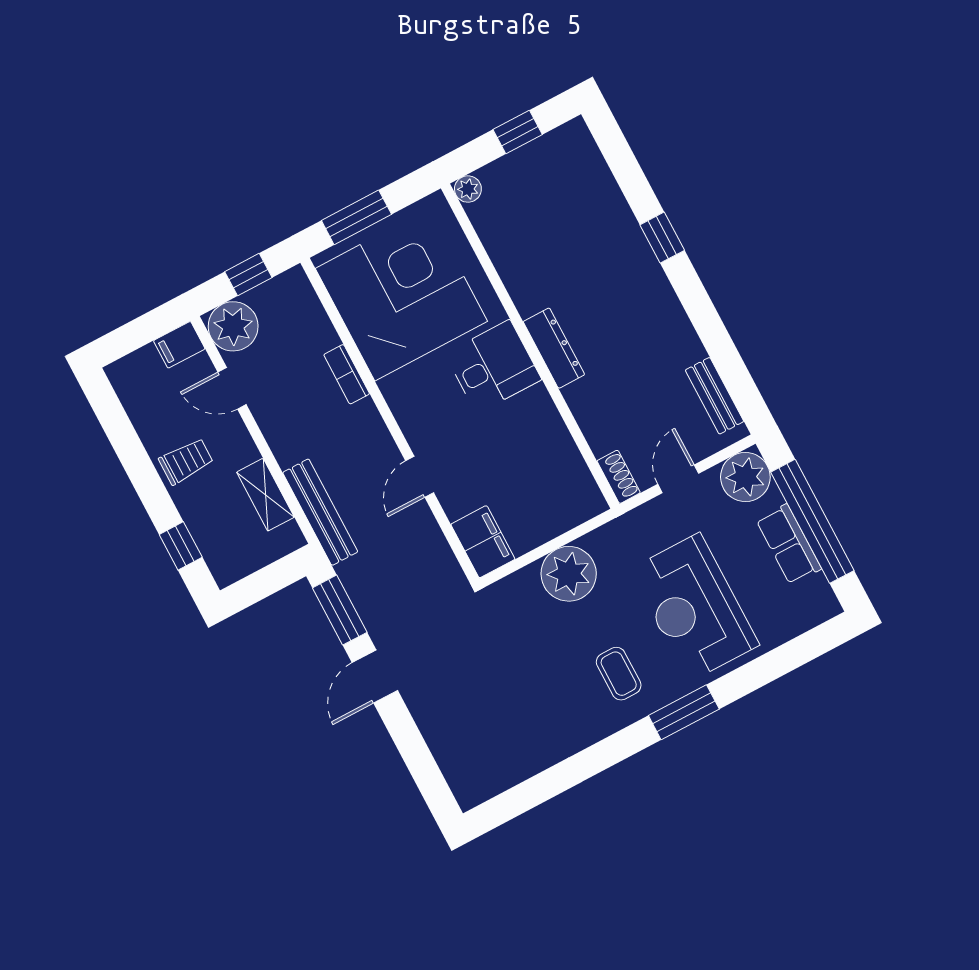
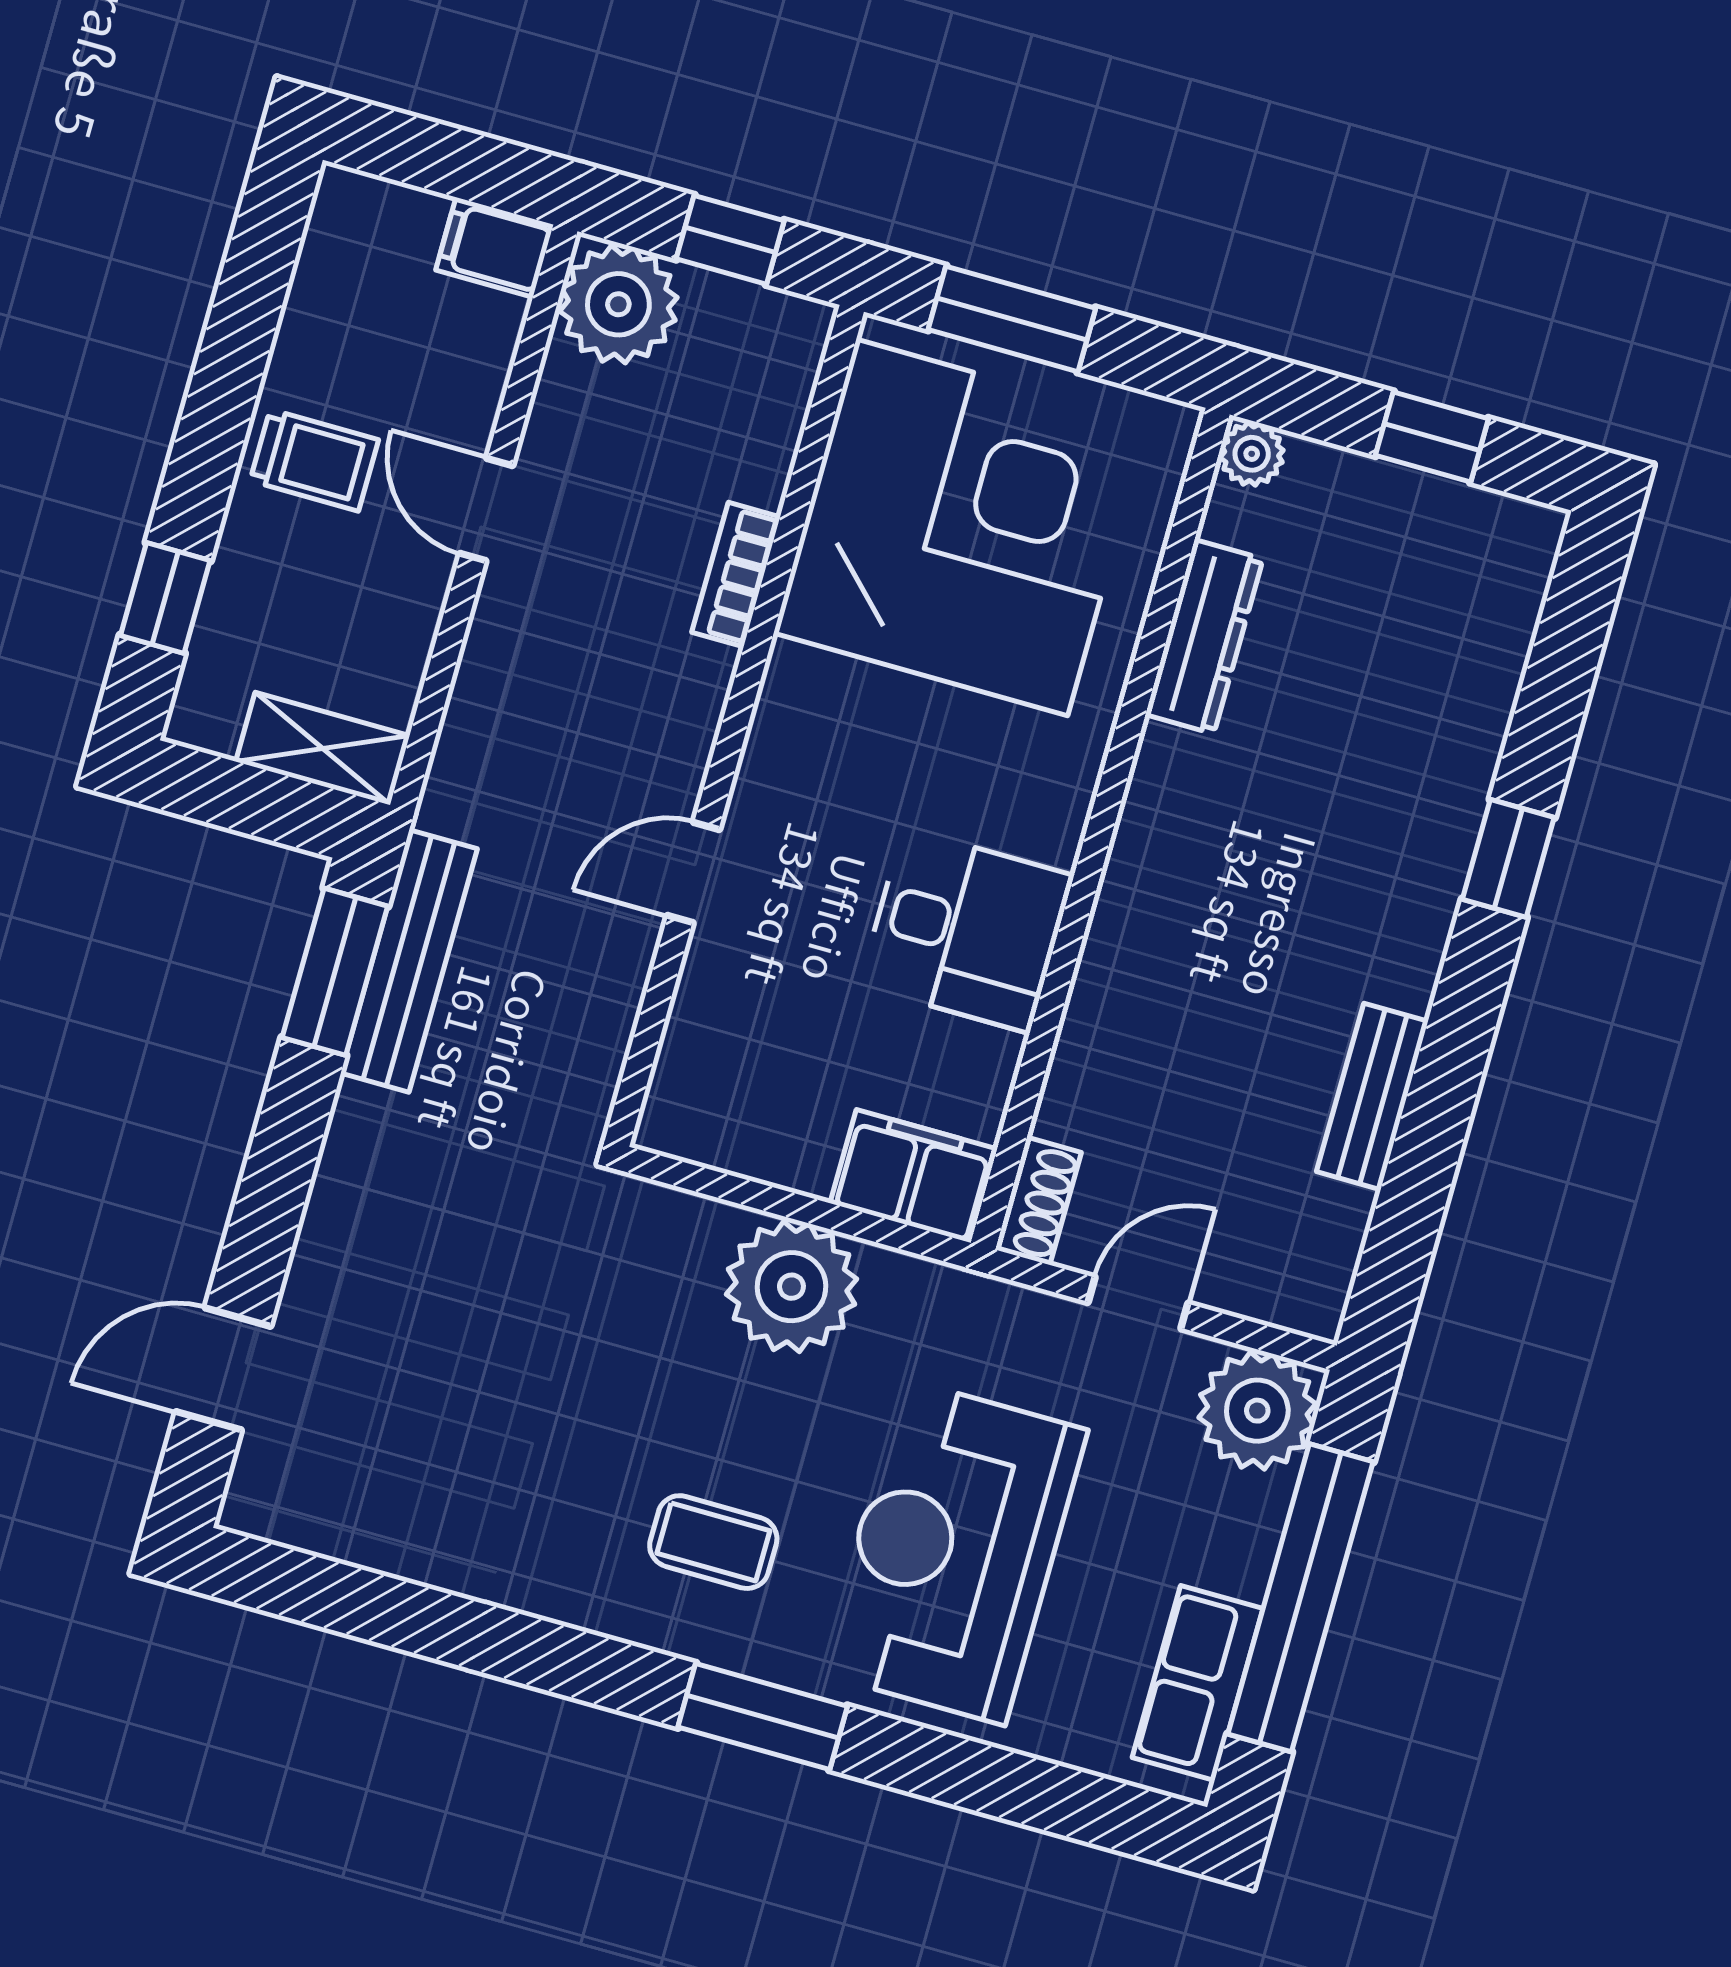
dresser: (554, 348) -> (1204, 637), moved
desk: (493, 367) -> (967, 931), moved
door: (232, 388) -> (486, 509), moved
bench: (714, 396) -> (1372, 1096), moved
shelving: (265, 495) -> (323, 749), moved, turned 90
bench: (320, 512) -> (409, 961), moved
filing cabinet: (483, 542) -> (914, 1176), moved, turned -90
row of seats: (789, 544) -> (1198, 1683), moved
coffee table: (619, 674) -> (713, 1542), turned 90
door: (375, 676) -> (223, 1369), moved

